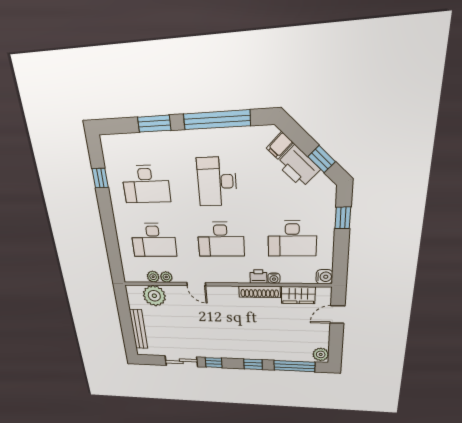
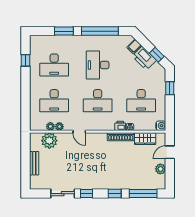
bench: (139, 329) -> (34, 163), width x0.73
plant: (321, 354) -> (160, 169), moved

